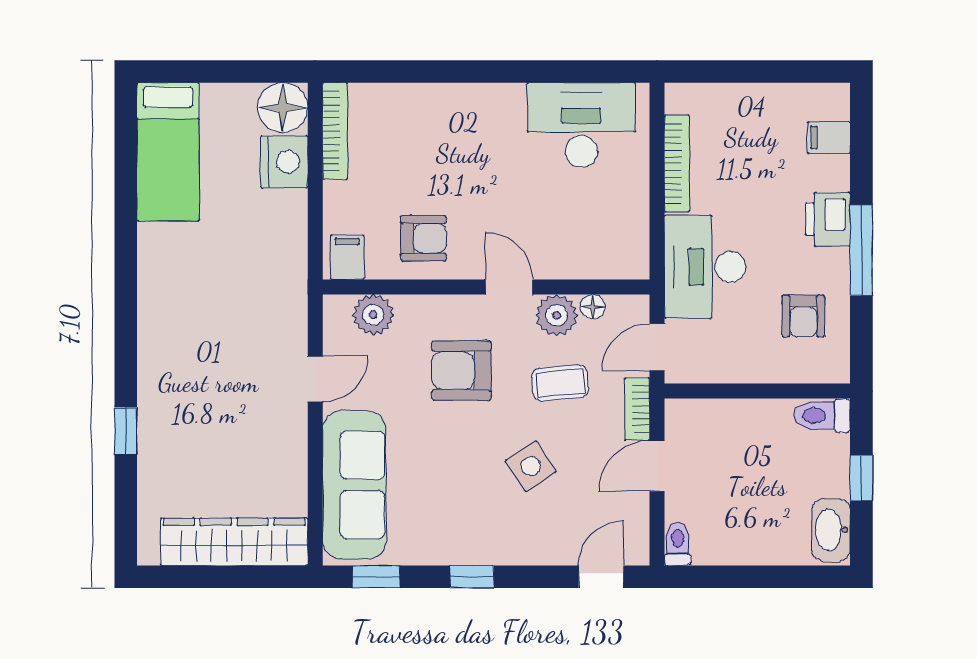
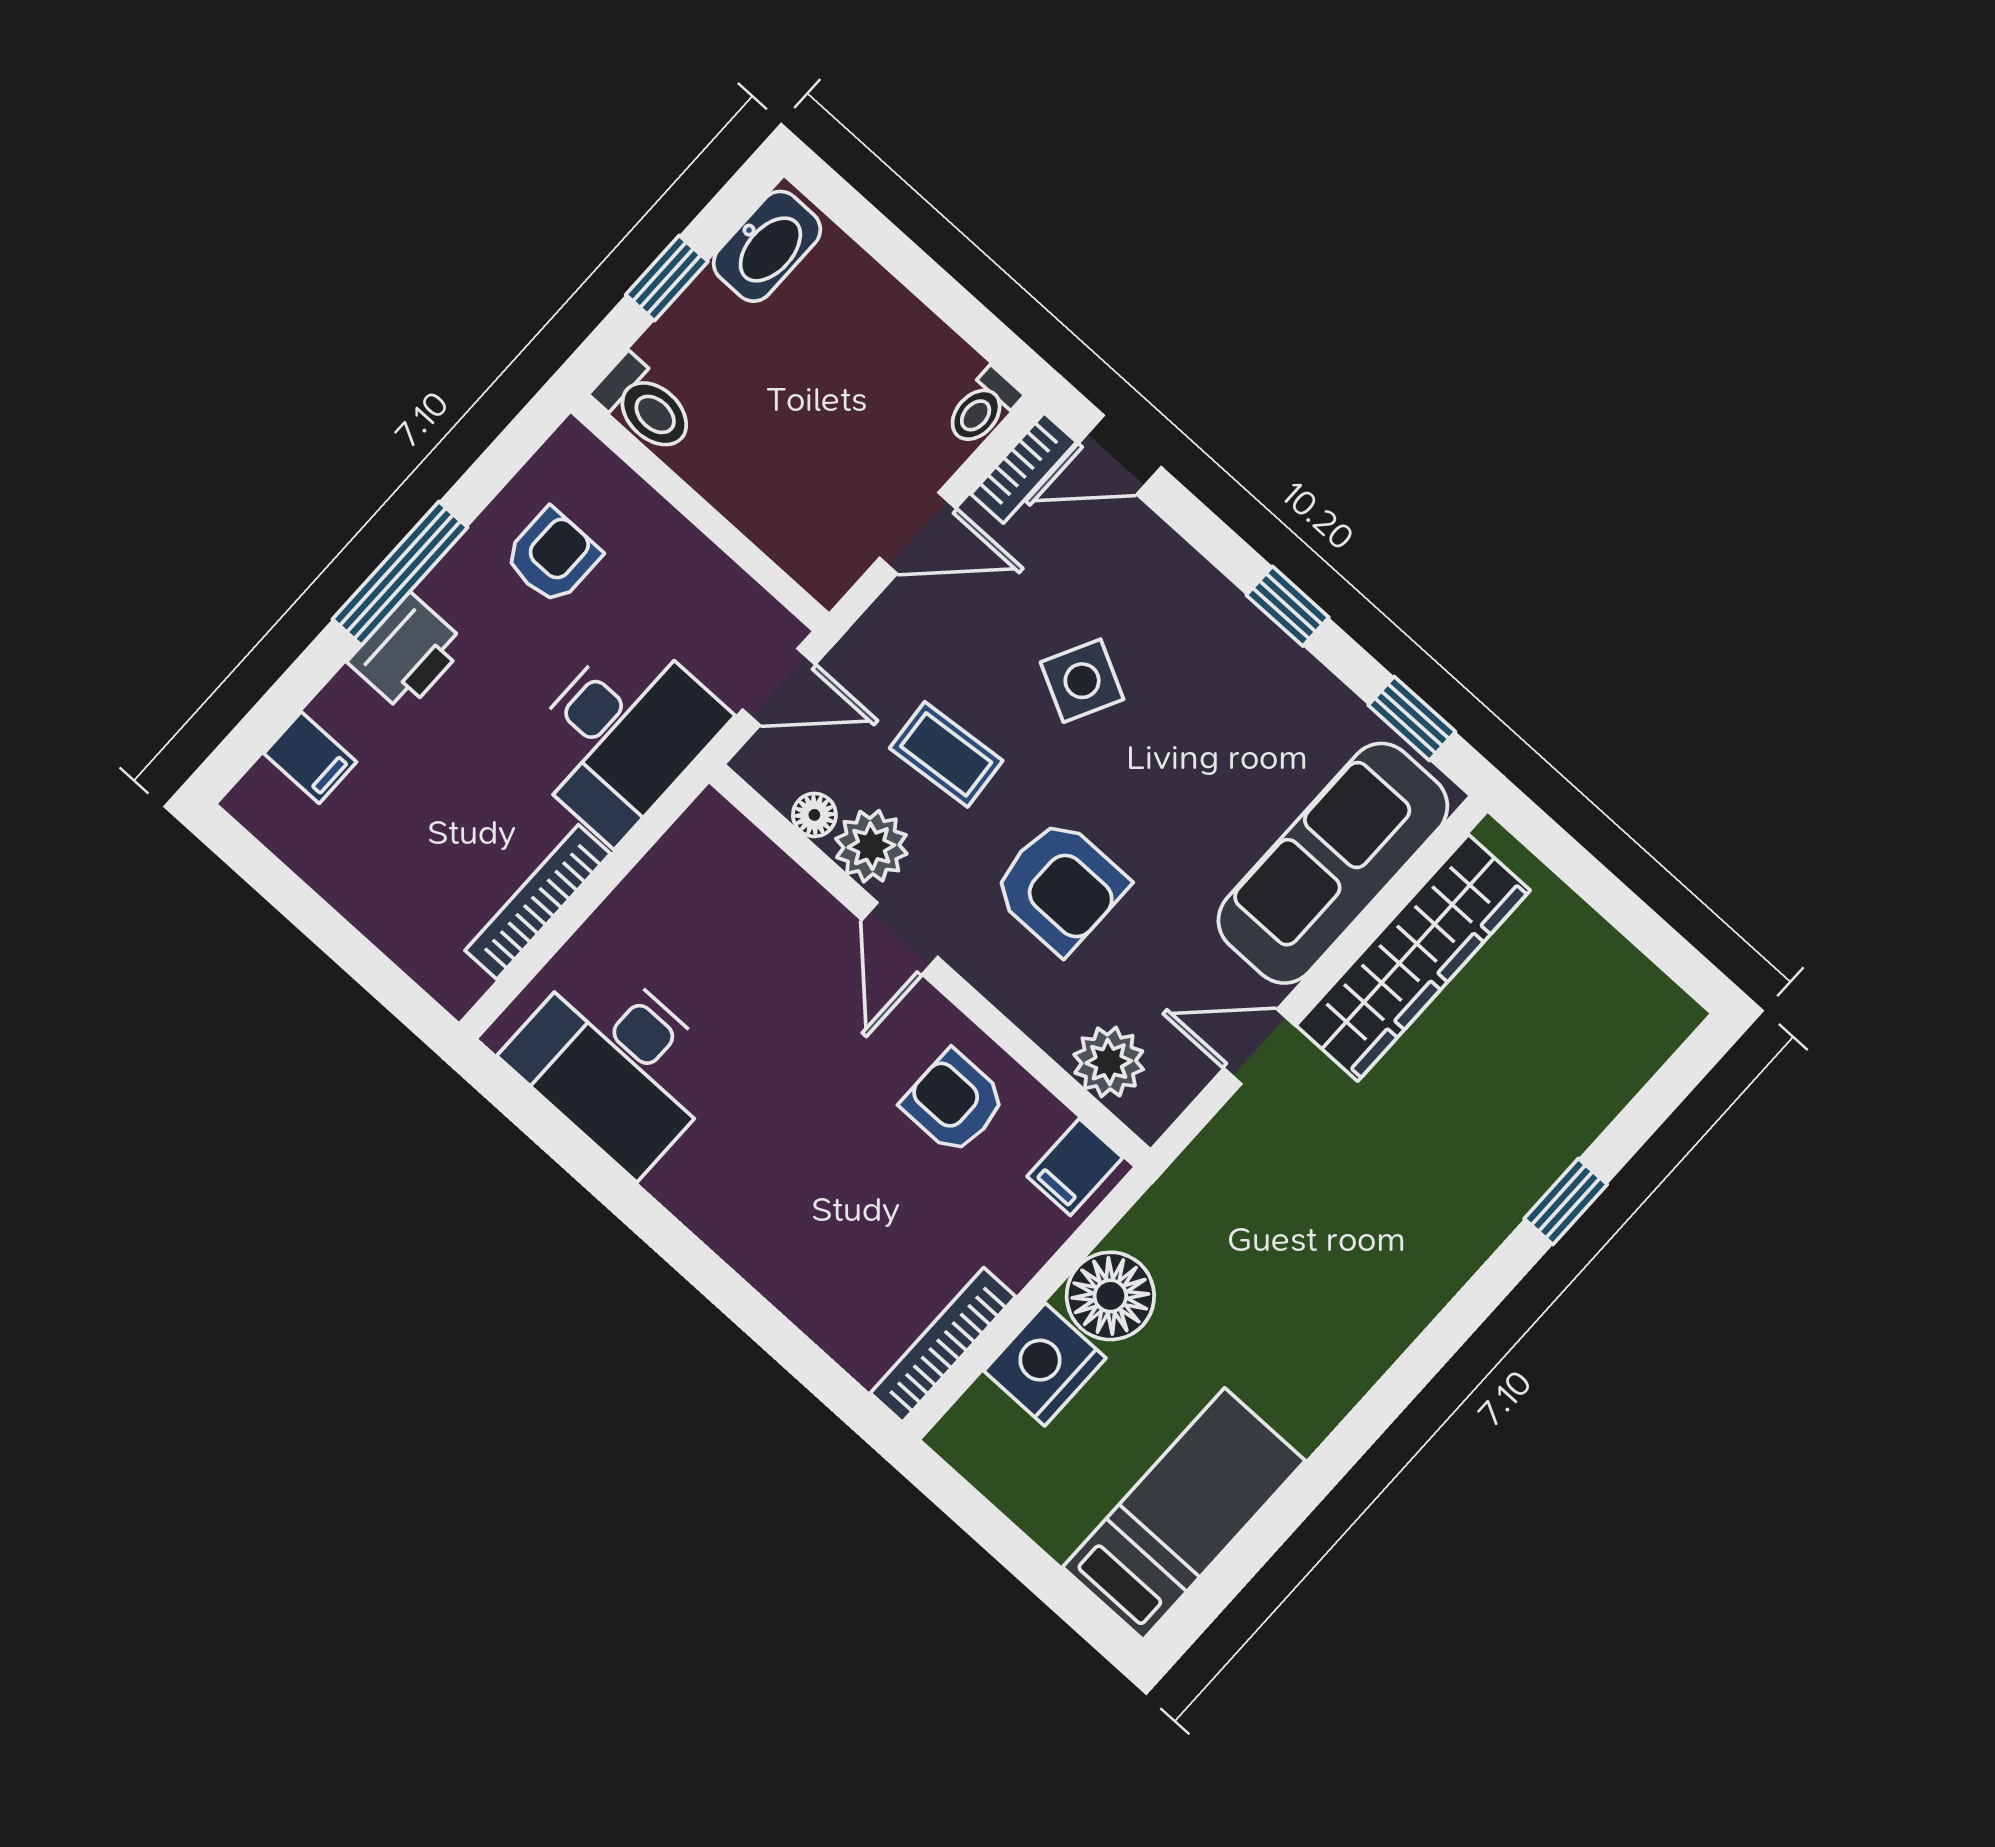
floor lamp: (283, 108) -> (1110, 1296), moved
bookcase: (637, 409) -> (1024, 468), moved
side table: (531, 466) -> (1082, 681), turned -31
wardrobe: (234, 542) -> (1413, 958), moved, turned -90

